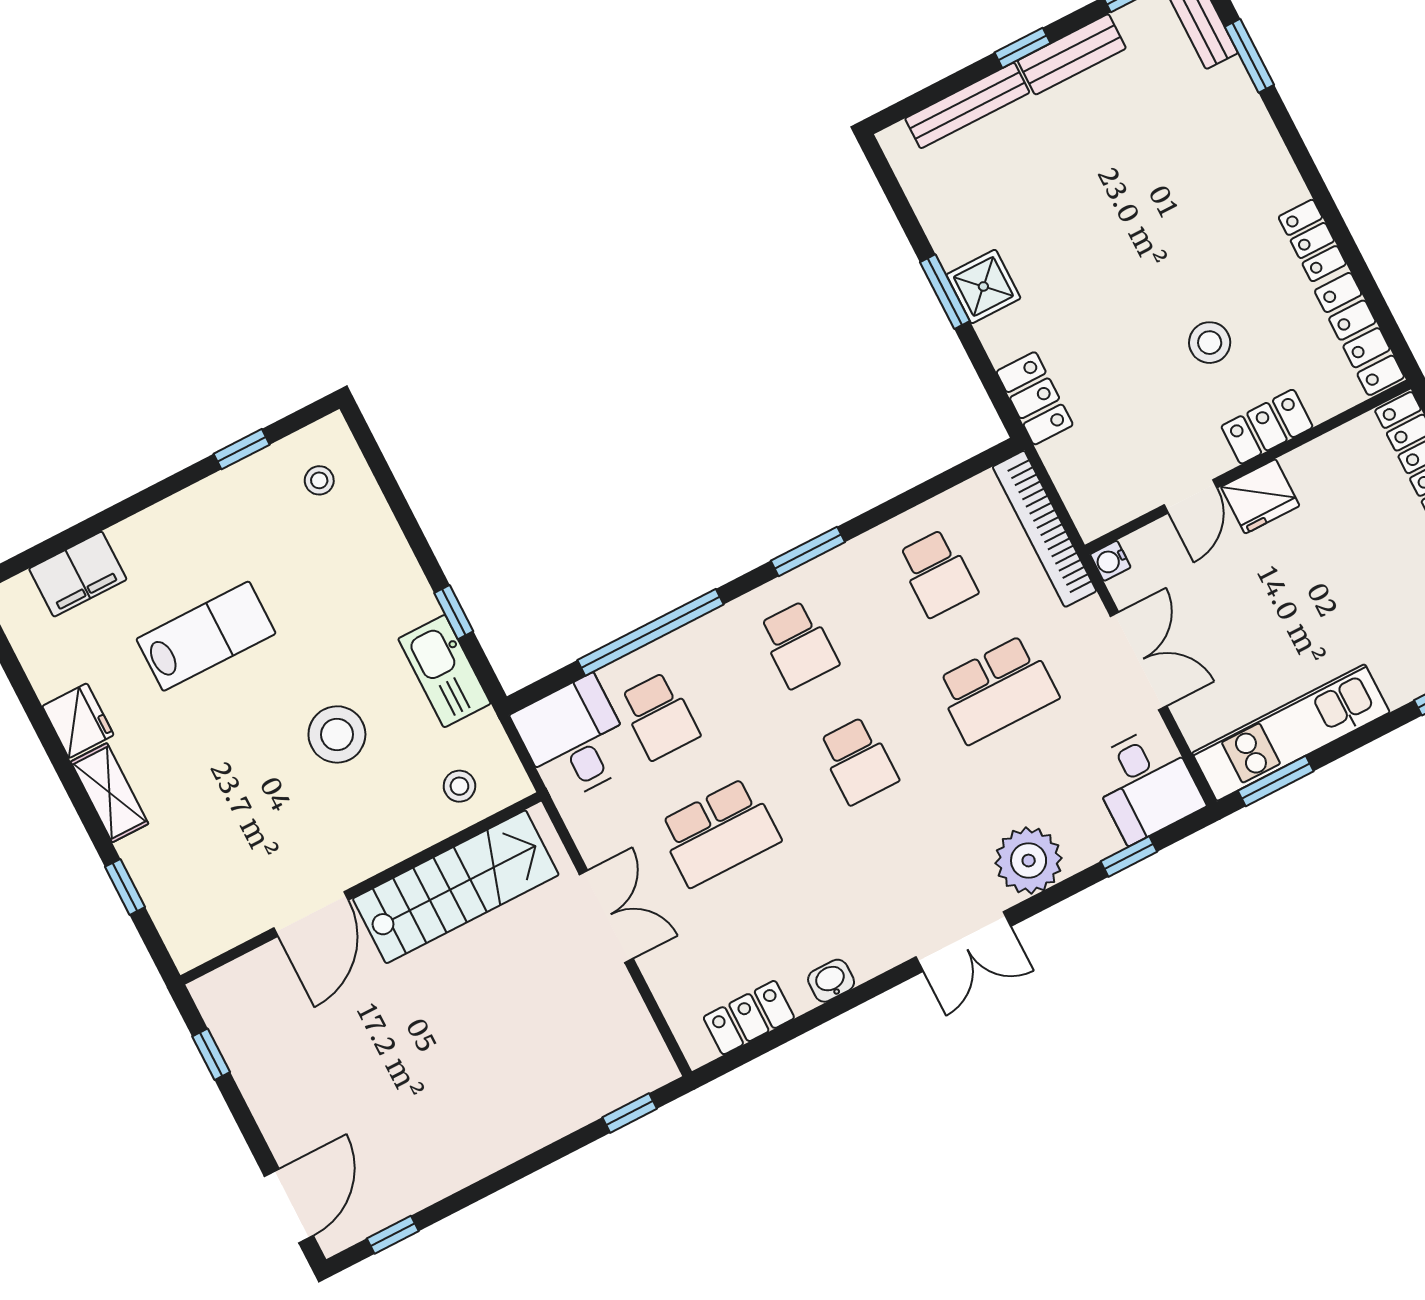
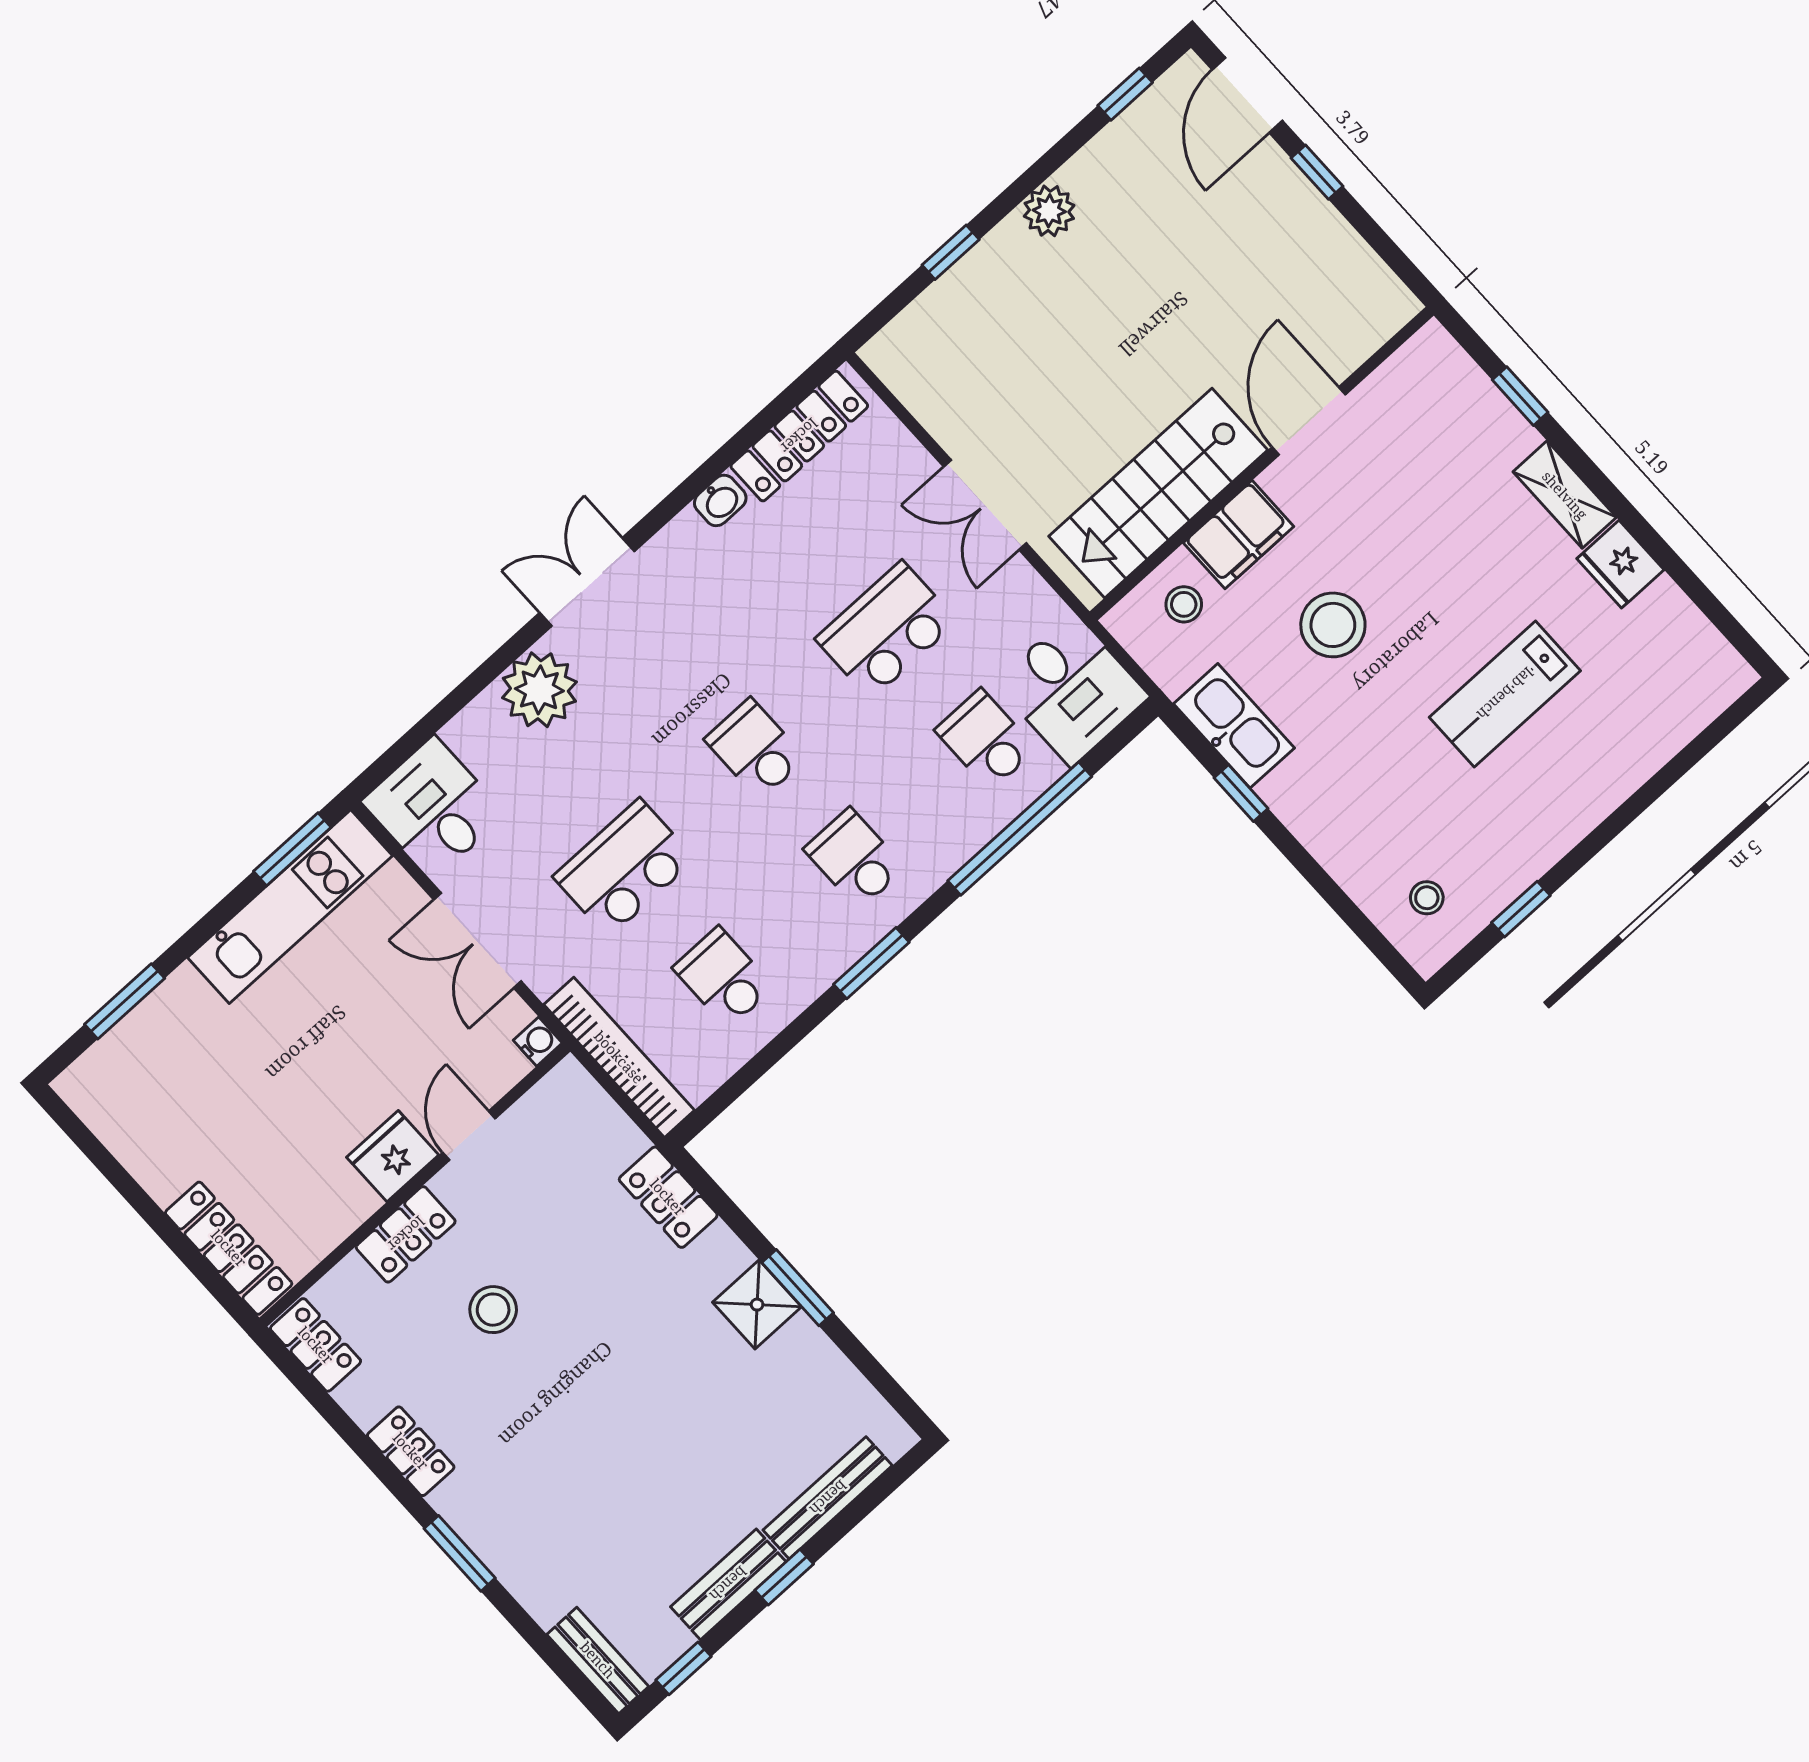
window: (1249, 56) -> (460, 1553), moved
locker: (1359, 334) -> (316, 1345), width x0.66
filing cabinet: (78, 574) -> (1239, 535), moved, turned 180
window: (1129, 856) -> (431, 724), removed
locker: (749, 1018) -> (799, 436), width x1.53
window: (211, 1054) -> (1317, 172), moved
window: (630, 1113) -> (951, 252), moved
plant: (484, 1152) -> (1049, 211), added

